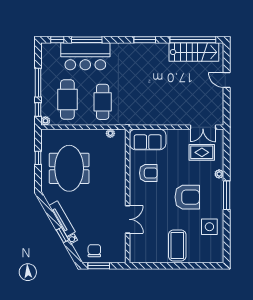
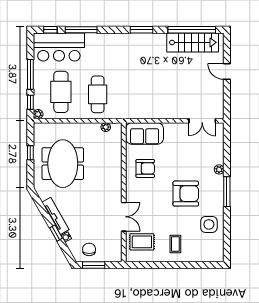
bar counter: (85, 56) -> (59, 47), moved
rug: (202, 152) -> (142, 242), moved
coffee table: (177, 245) -> (175, 244), width x0.54, depth x0.58

